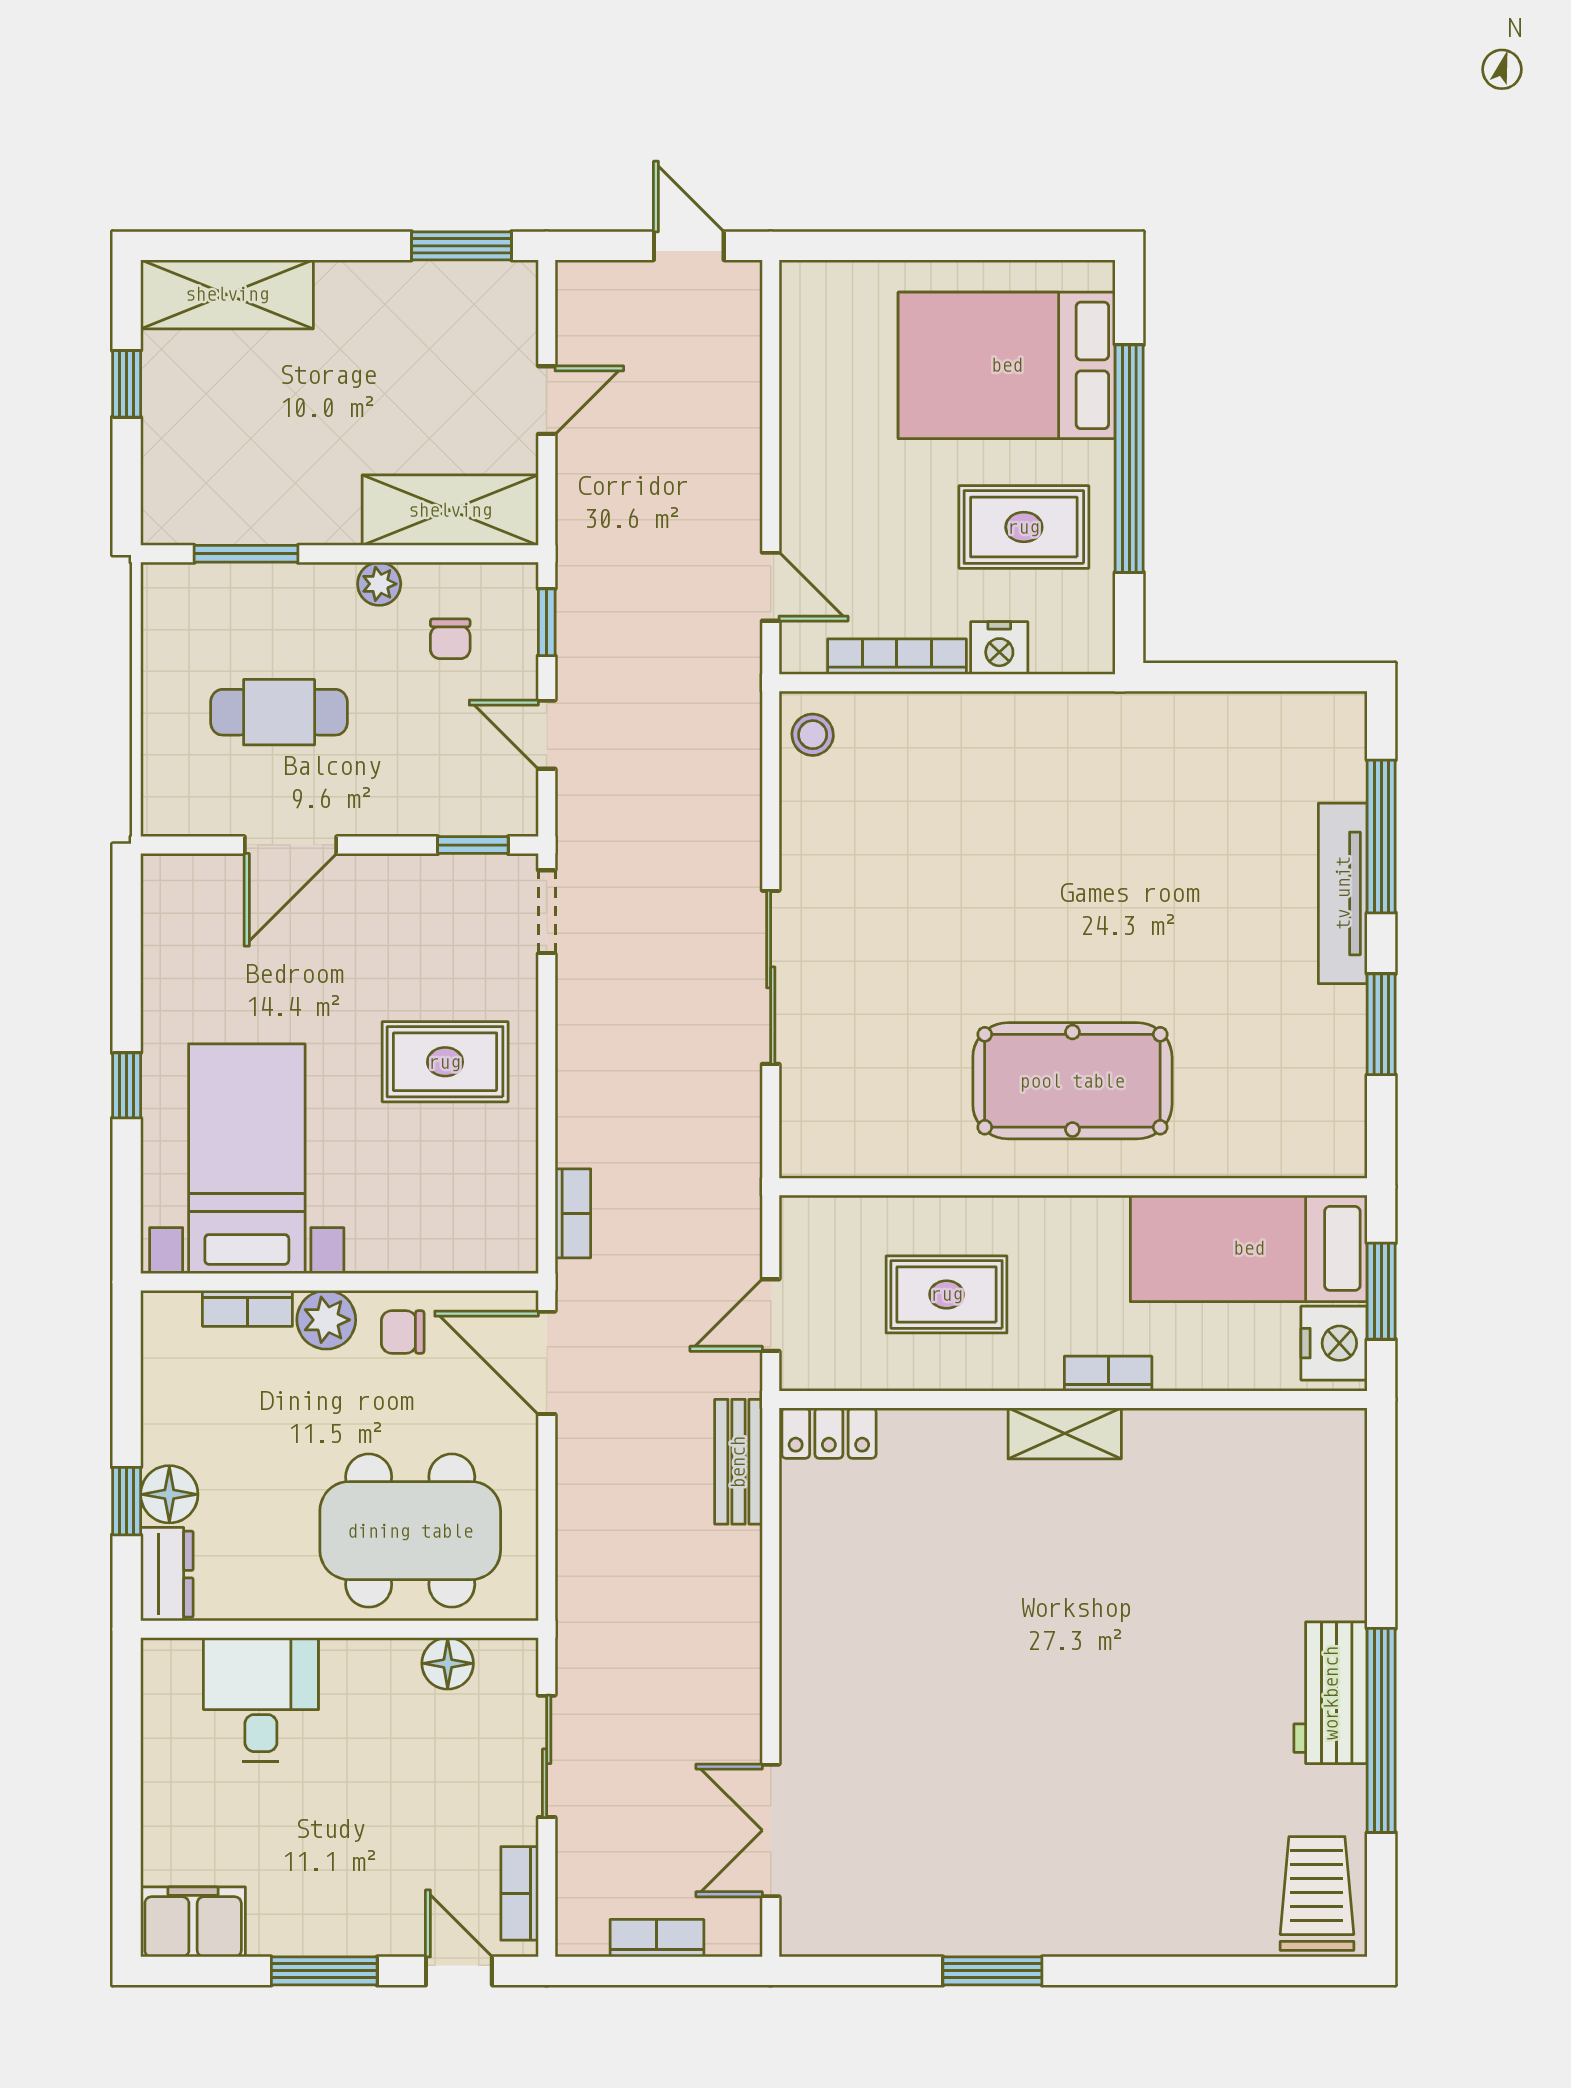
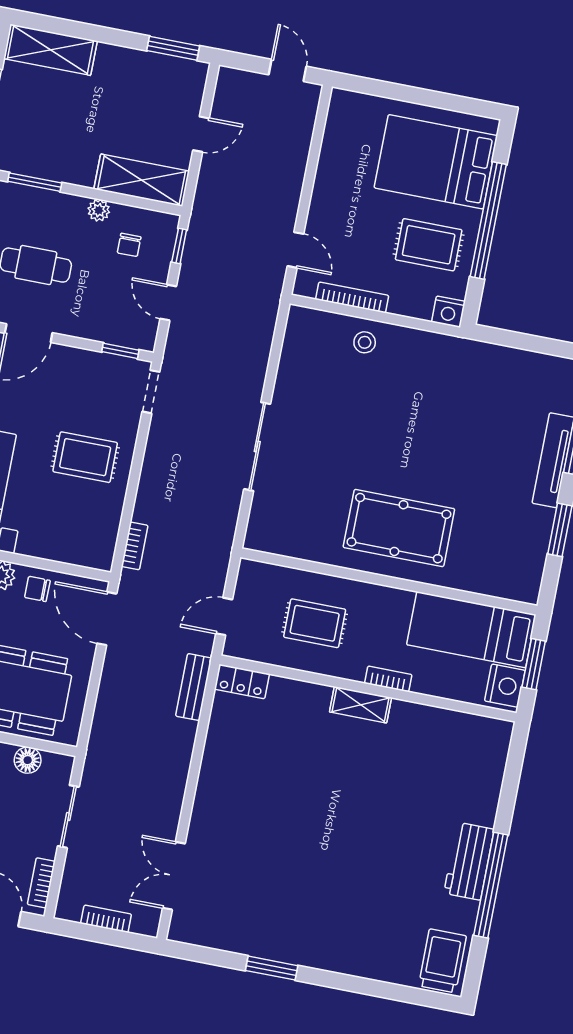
nightstand: (999, 648) -> (448, 312), moved
stool: (813, 735) -> (365, 342), moved

